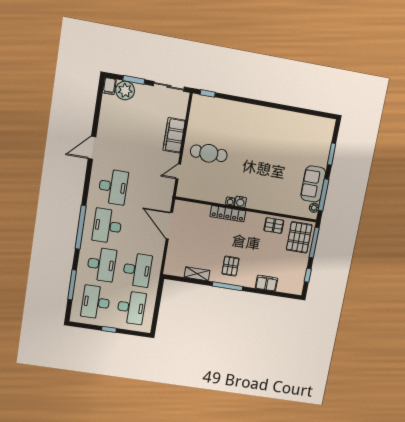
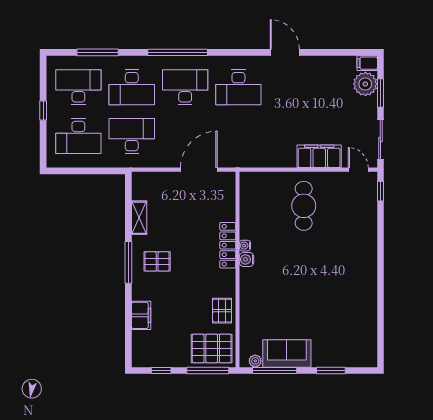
door: (178, 172) -> (358, 170), moved
desk: (137, 270) -> (132, 136), turned 180

